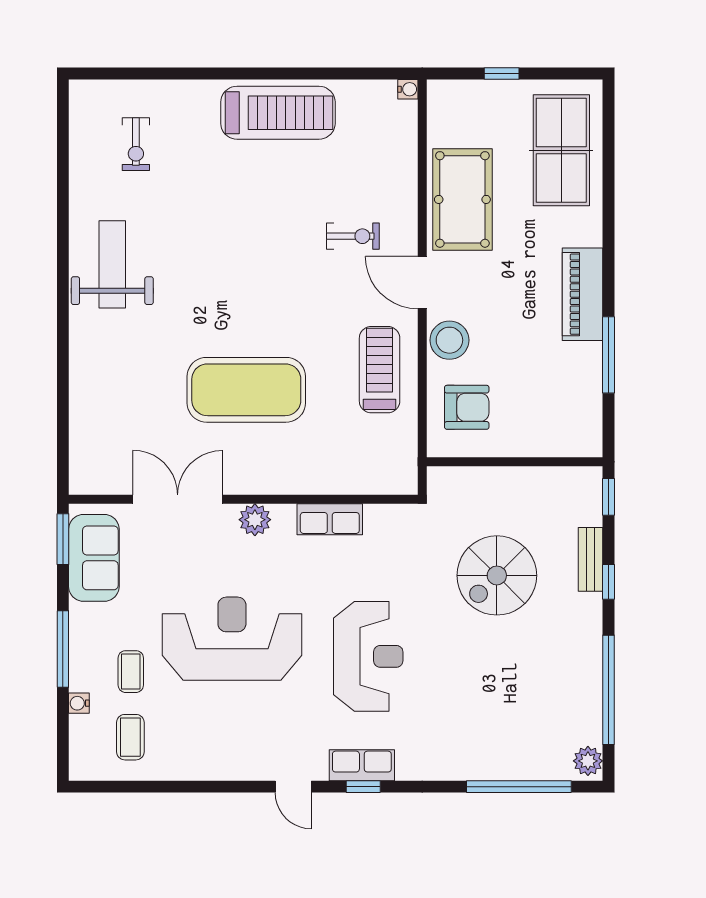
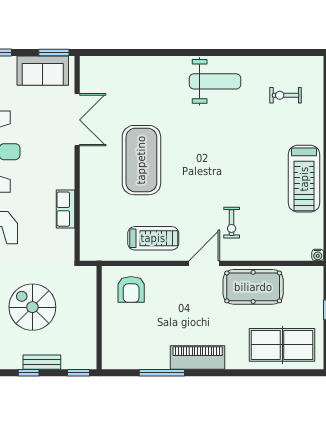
stool: (449, 340) -> (171, 279), removed
plant: (255, 520) -> (65, 165), removed

